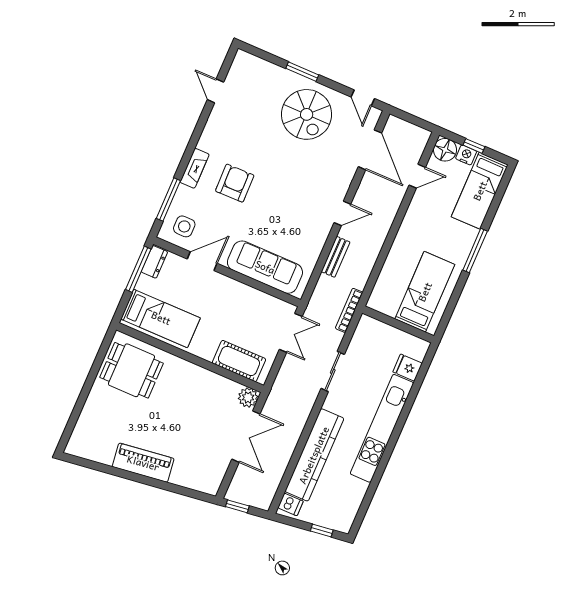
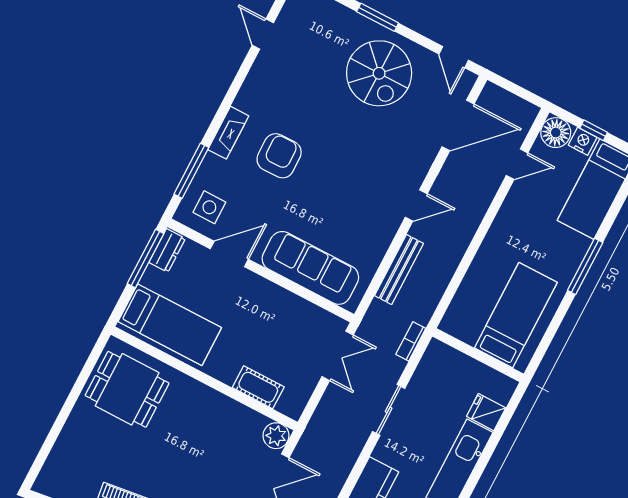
door: (370, 150) -> (458, 125), hinge flipped
bench: (336, 257) -> (399, 269), width x1.36
bookcase: (349, 310) -> (411, 341), width x0.64
cot: (239, 361) -> (258, 387), width x0.73, depth x0.75

